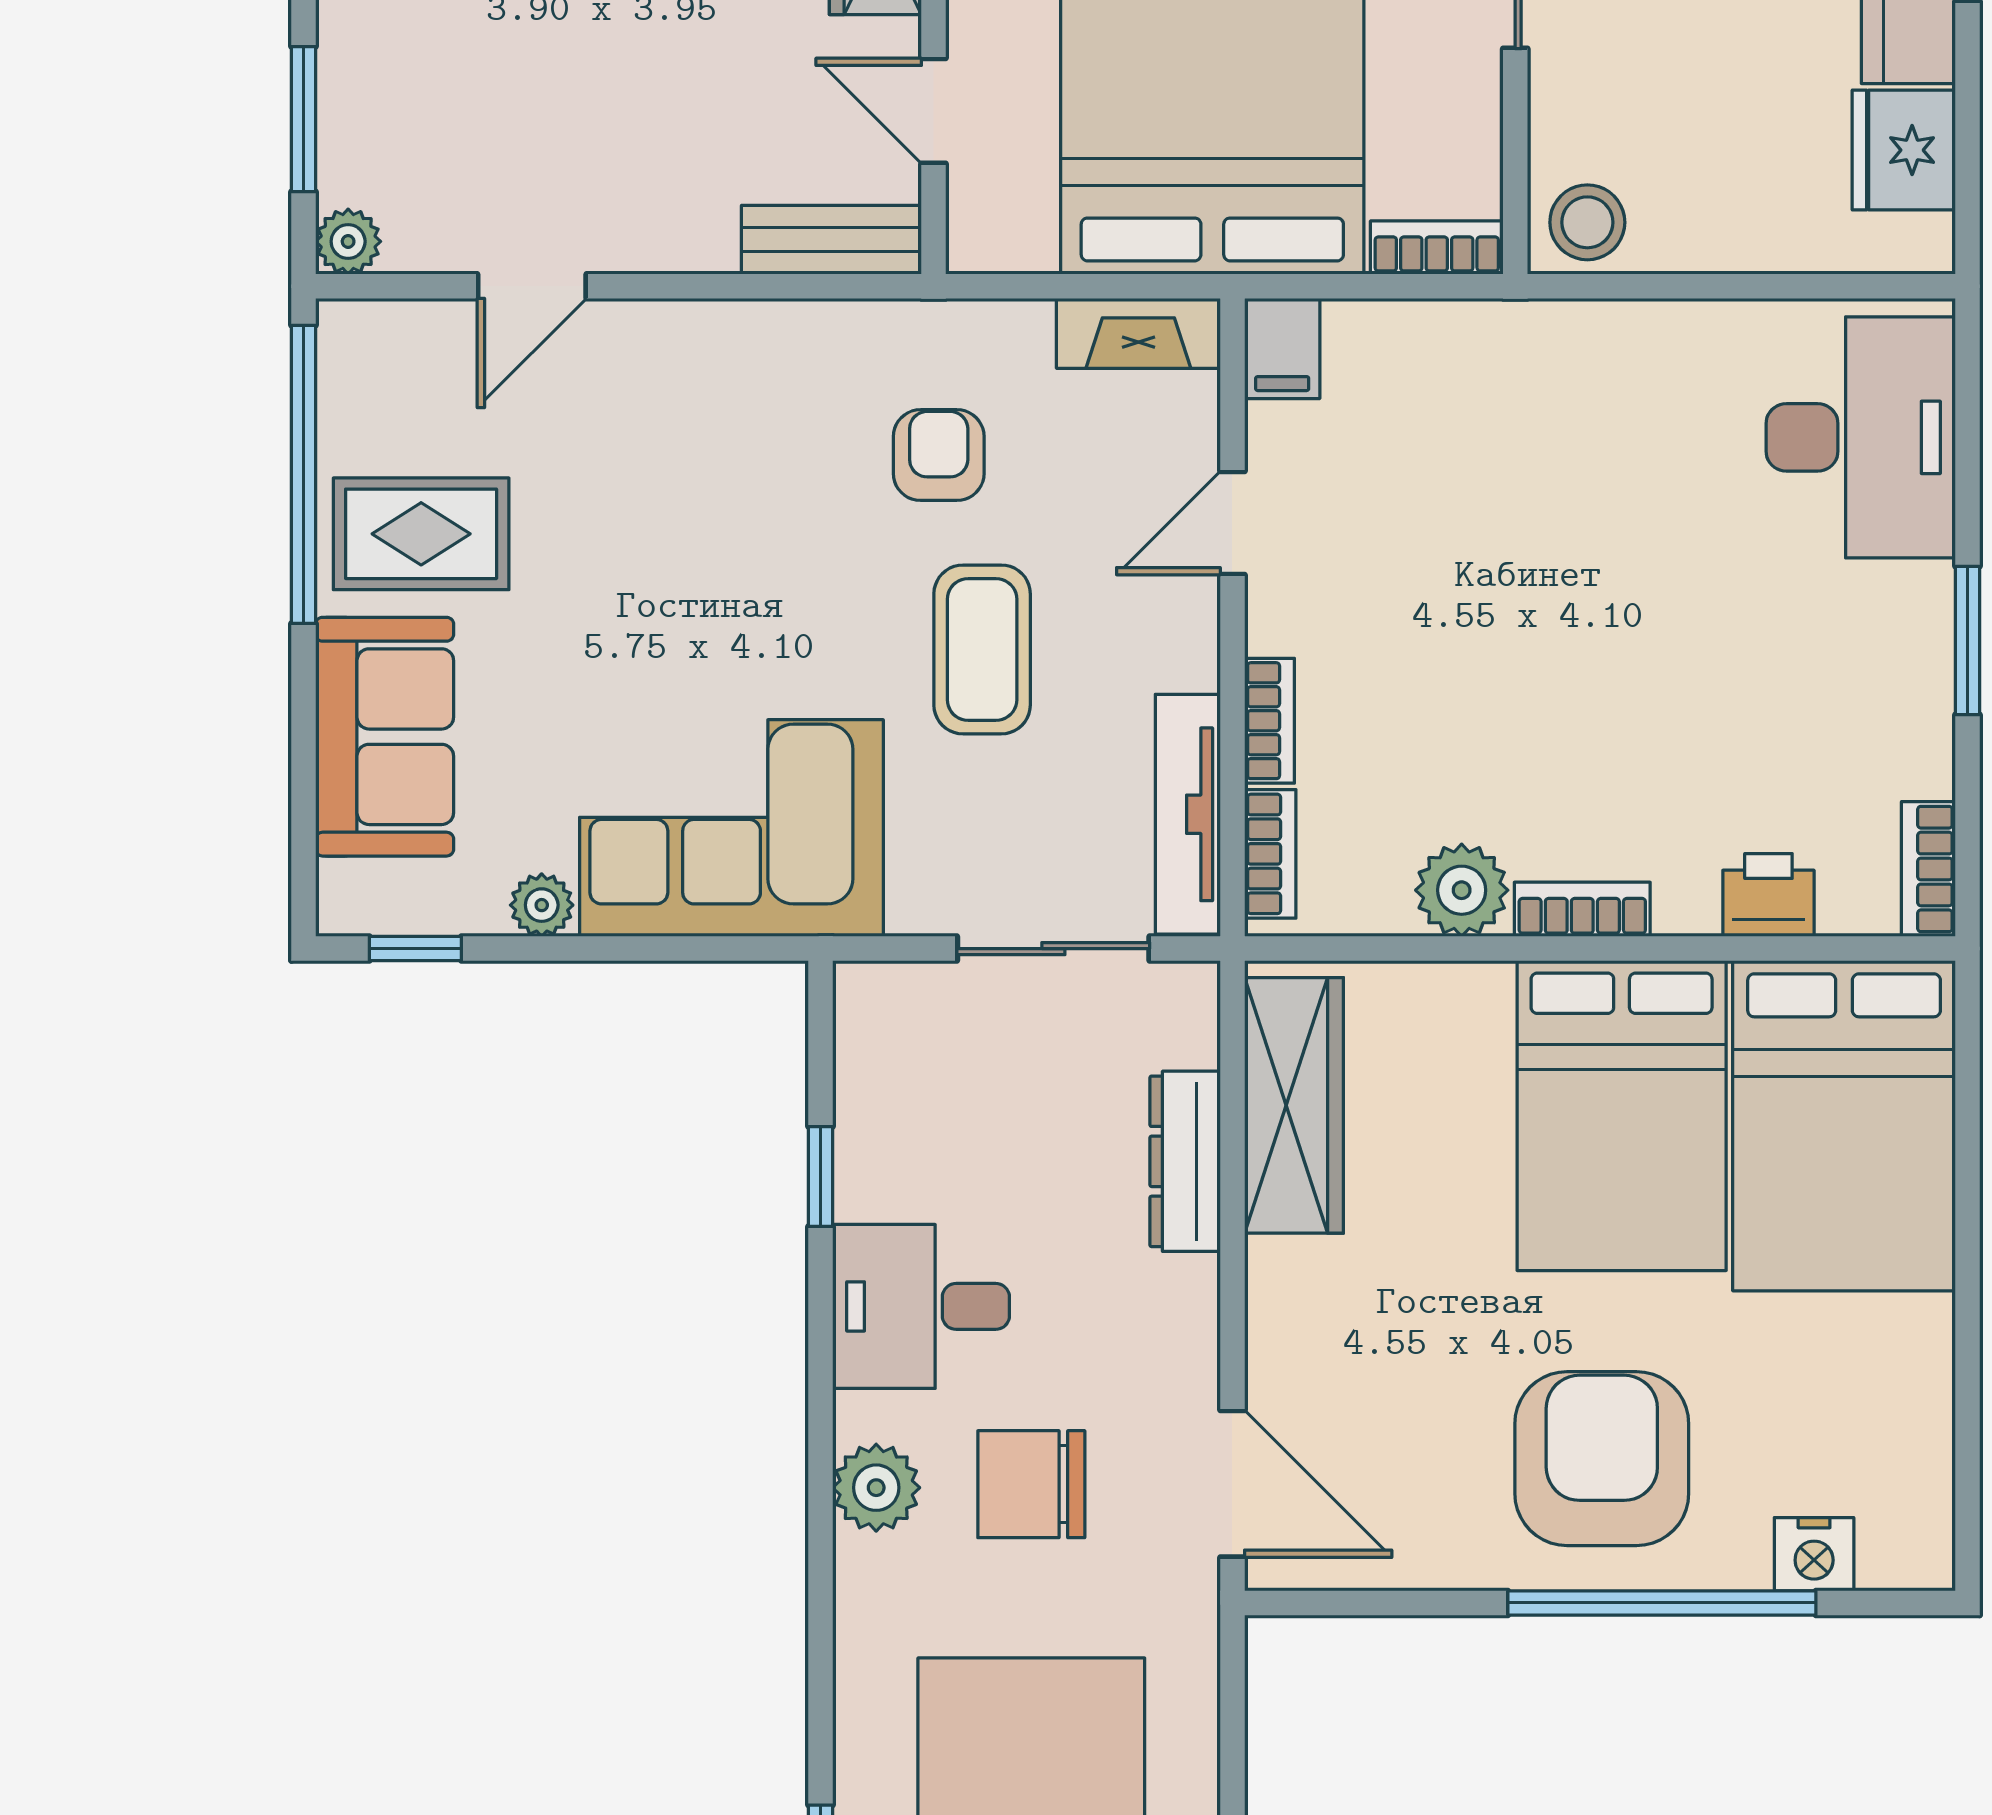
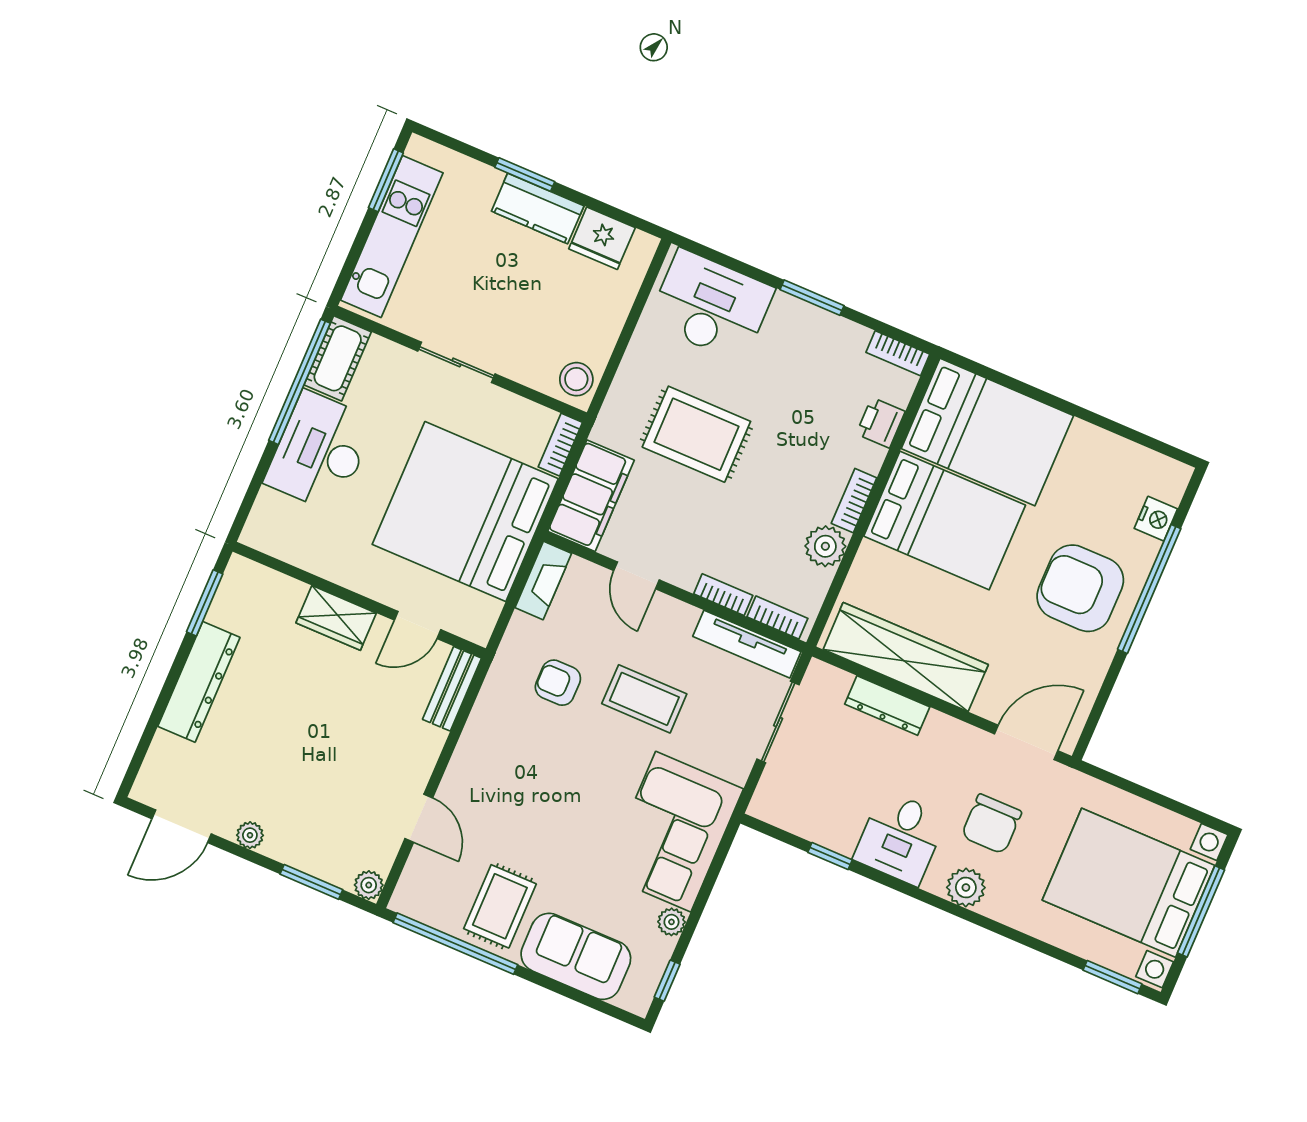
filing cabinet: (1282, 348) -> (591, 496), width x3.00, depth x1.17
rug: (1580, 522) -> (696, 434), added
wardrobe: (1294, 1105) -> (906, 657), width x1.40, depth x1.17

